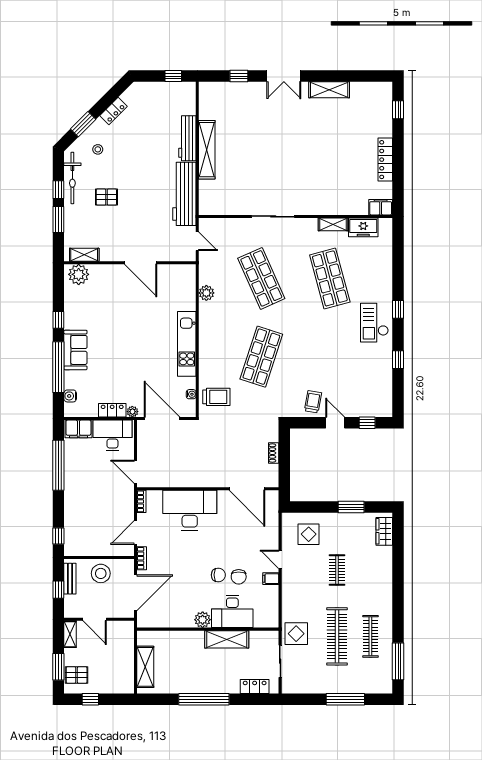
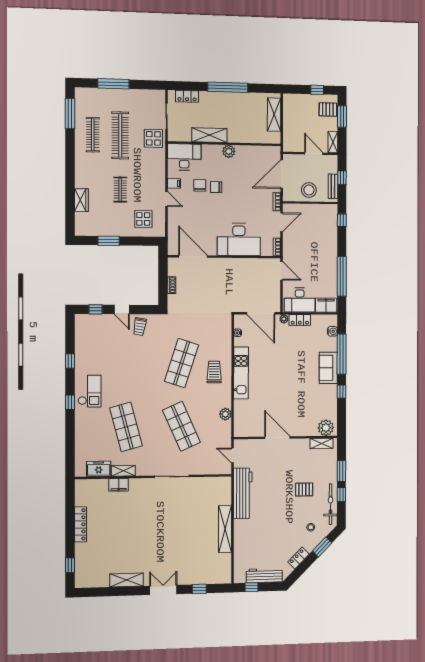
workbench: (187, 138) -> (264, 576), moved, turned -90
filing cabinet: (381, 207) -> (119, 485), moved
trolley: (216, 397) -> (214, 372), moved, turned 90
wardrobe: (384, 531) -> (81, 200), moved
desk: (232, 611) -> (184, 157), moved

